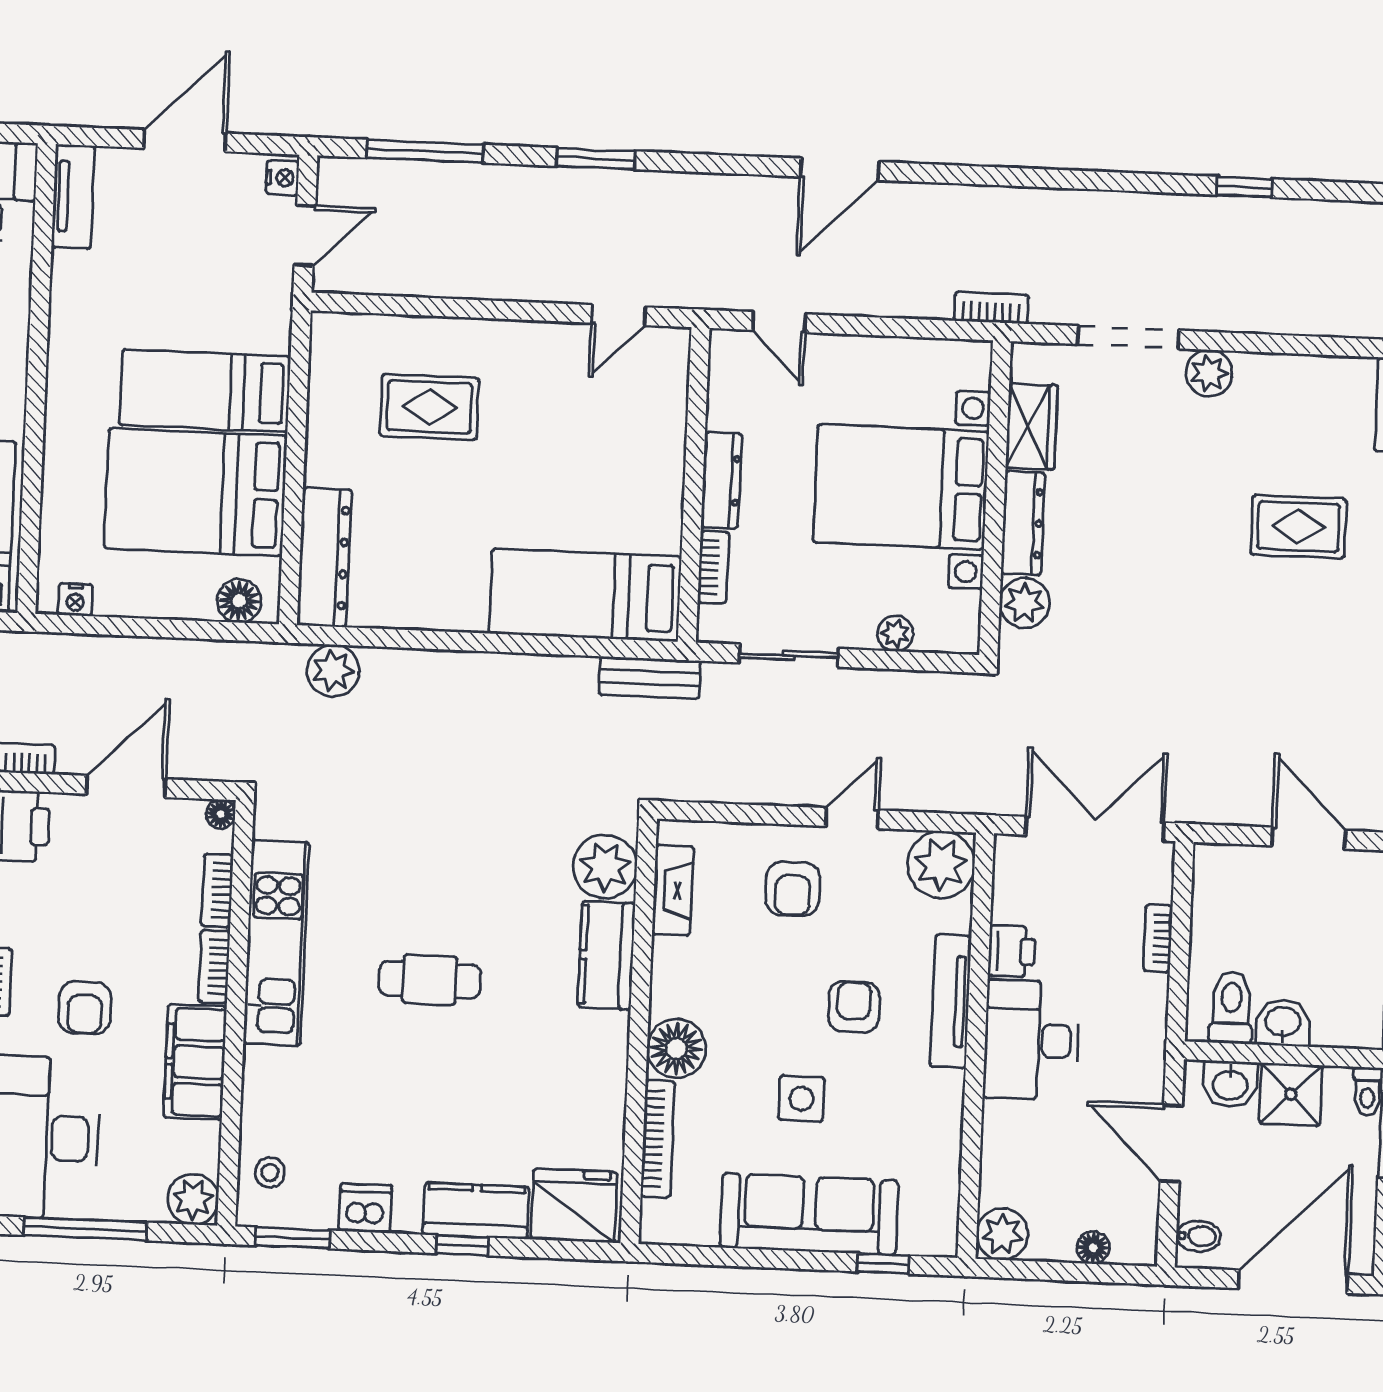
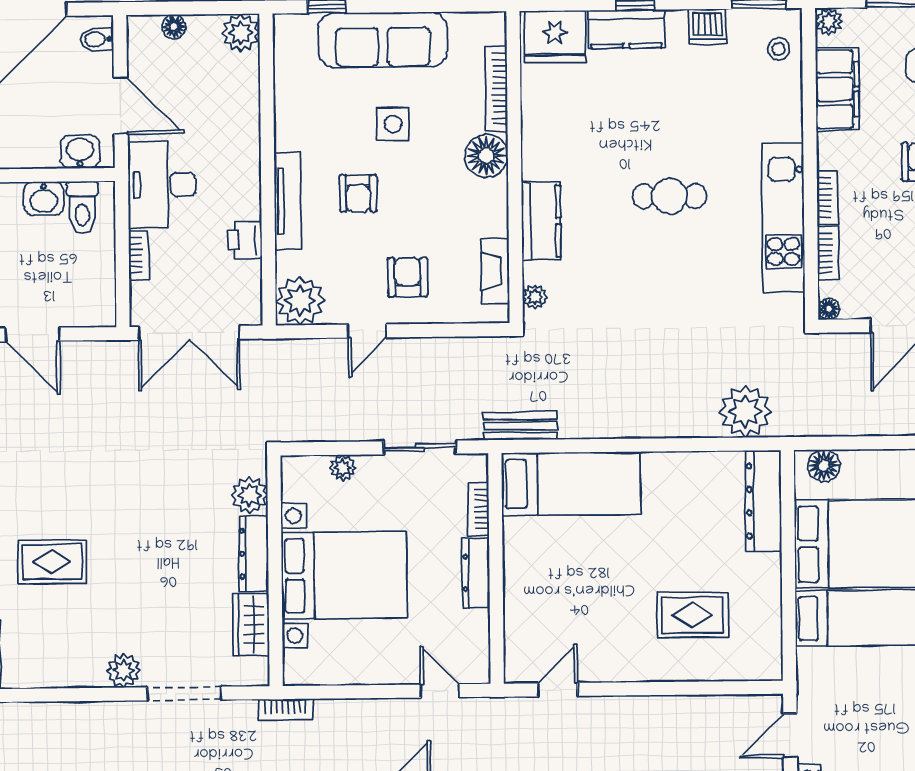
plant: (333, 671) -> (745, 411), width x1.36, depth x1.36
plant: (605, 867) -> (535, 297), width x0.53, depth x0.53
desk: (1031, 1040) -> (162, 185), moved, turned 180
filing cabinet: (195, 1062) -> (837, 89), moved
shower: (1291, 1094) -> (35, 146), removed
plant: (193, 1199) -> (829, 21), width x0.73, depth x0.73

